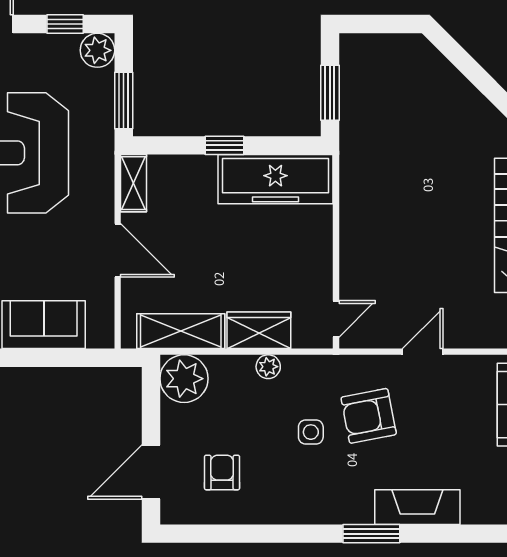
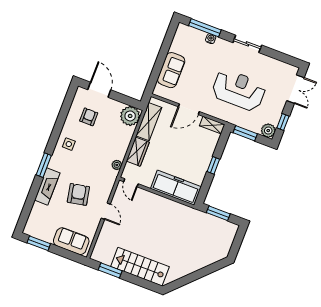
freezer: (275, 179) -> (176, 188), moved, turned 90
plant: (268, 367) -> (117, 165), moved
armchair: (369, 416) -> (78, 194), moved
side table: (311, 432) -> (69, 144), moved
armchair: (222, 472) -> (89, 117), turned -90

